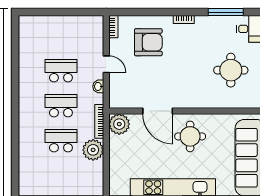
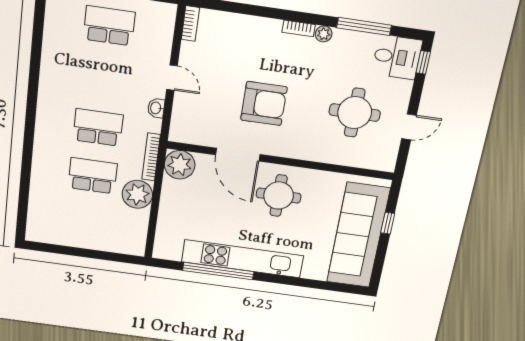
plant: (201, 21) -> (324, 34), added
armchair: (148, 42) -> (264, 104), moved
school desk: (61, 71) -> (109, 26), moved

